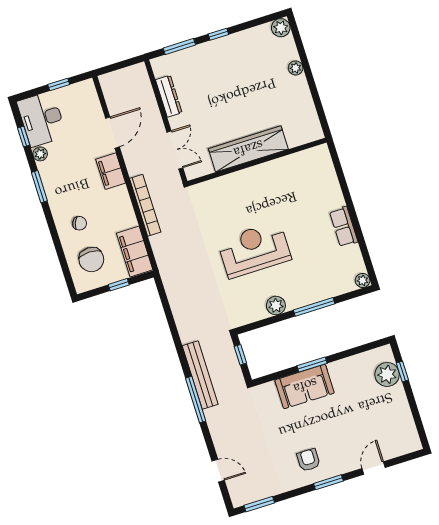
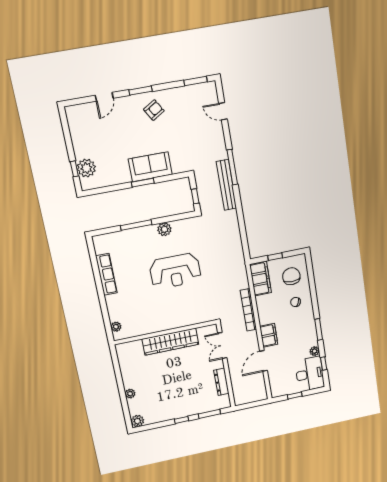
row of seats: (344, 227) -> (106, 274), width x1.48
plant: (363, 280) -> (116, 327), moved
armchair: (308, 460) -> (154, 110), turned -121

